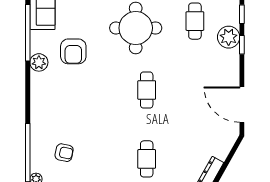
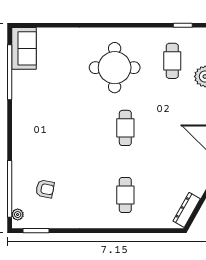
armchair: (73, 51) -> (54, 90), removed
plant: (39, 62) -> (20, 101), removed

